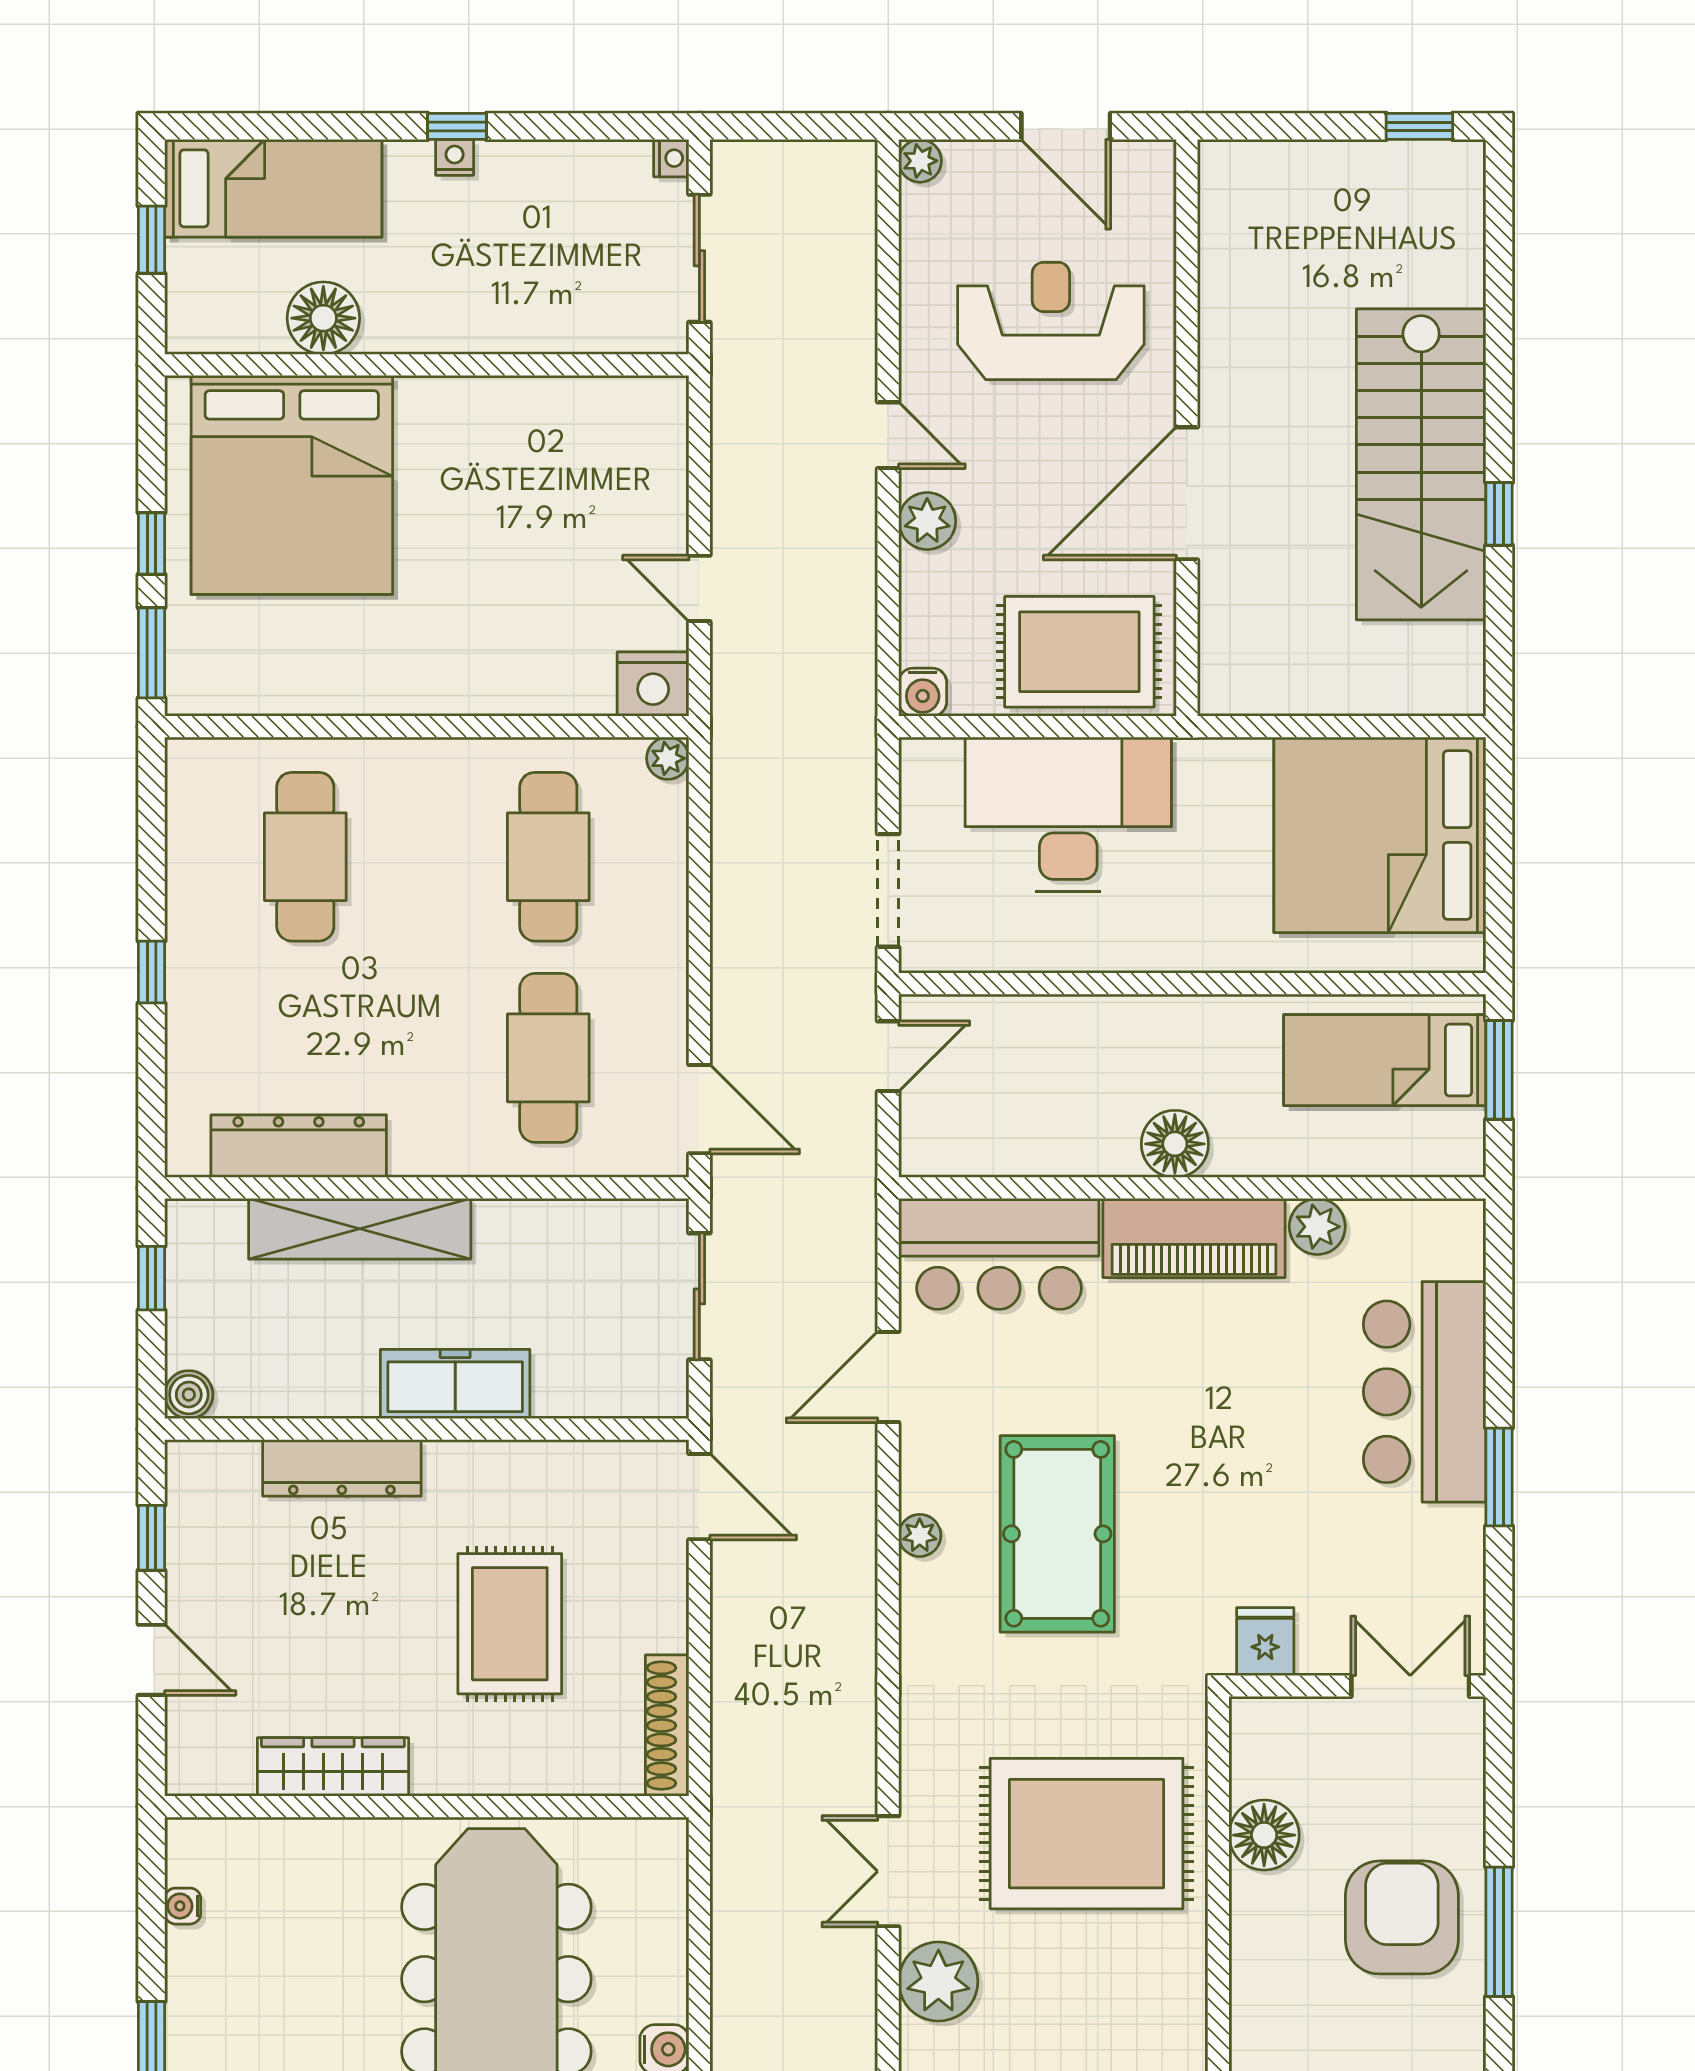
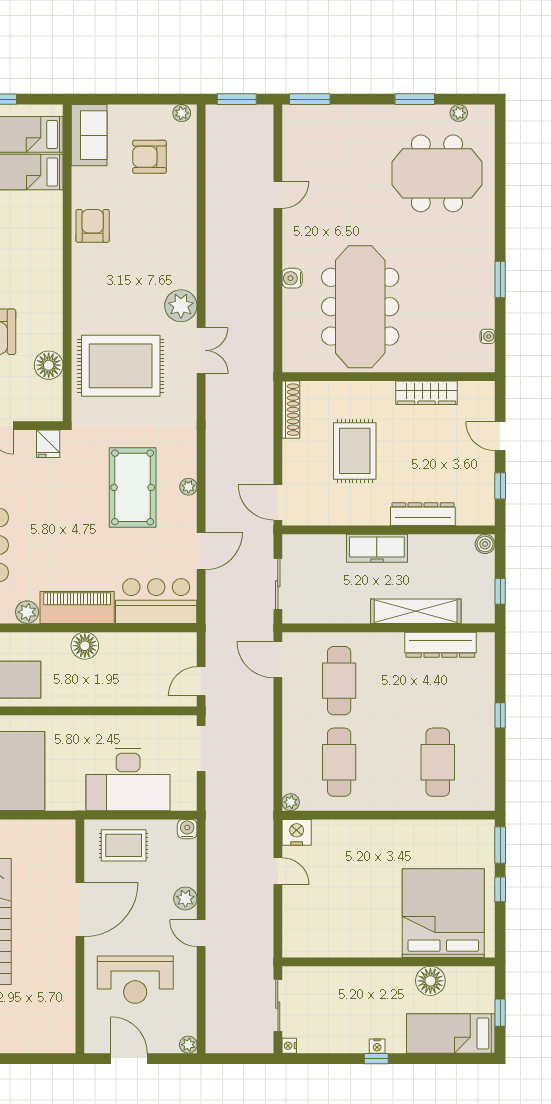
rug: (1079, 652) -> (124, 845), width x0.73, depth x0.70

